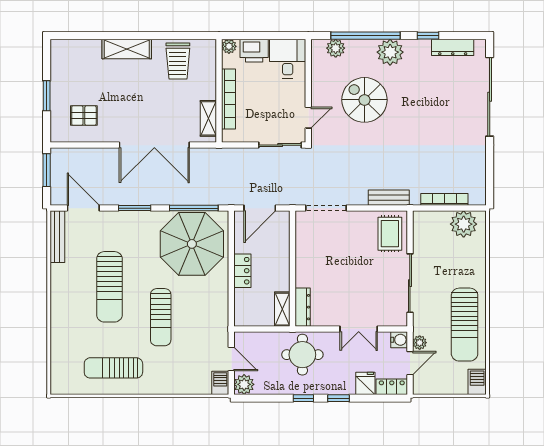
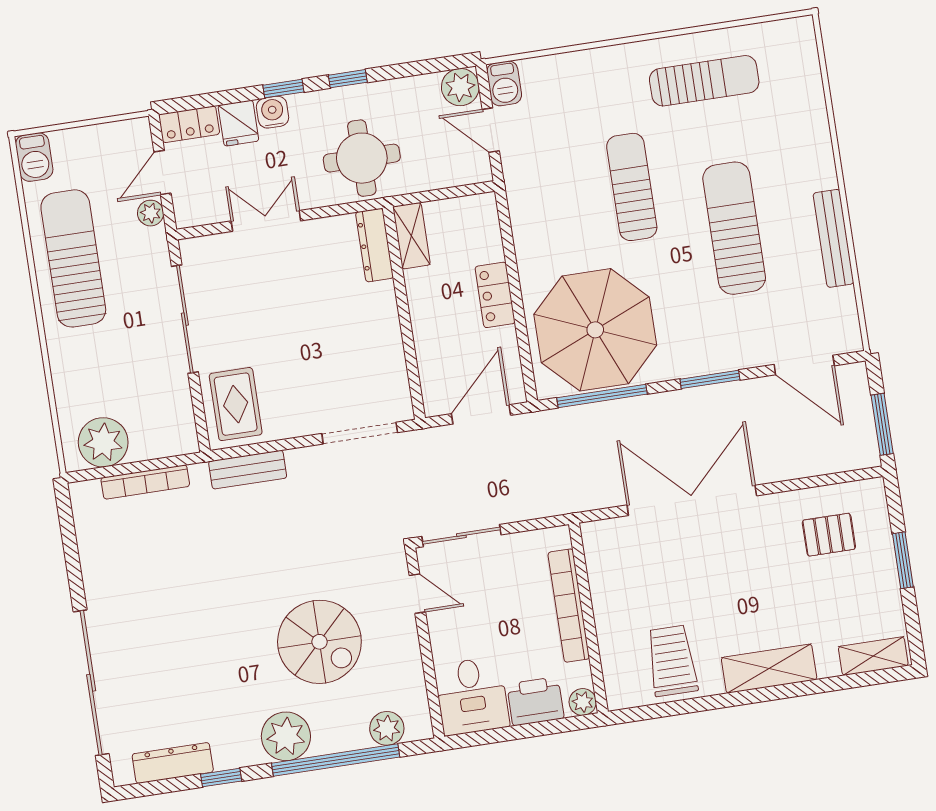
shelving: (208, 118) -> (873, 656), moved, turned 90
door: (308, 118) -> (417, 594), swing flipped
bench: (57, 237) -> (833, 238), moved
water cooler: (399, 340) -> (273, 112), moved, turned 90

